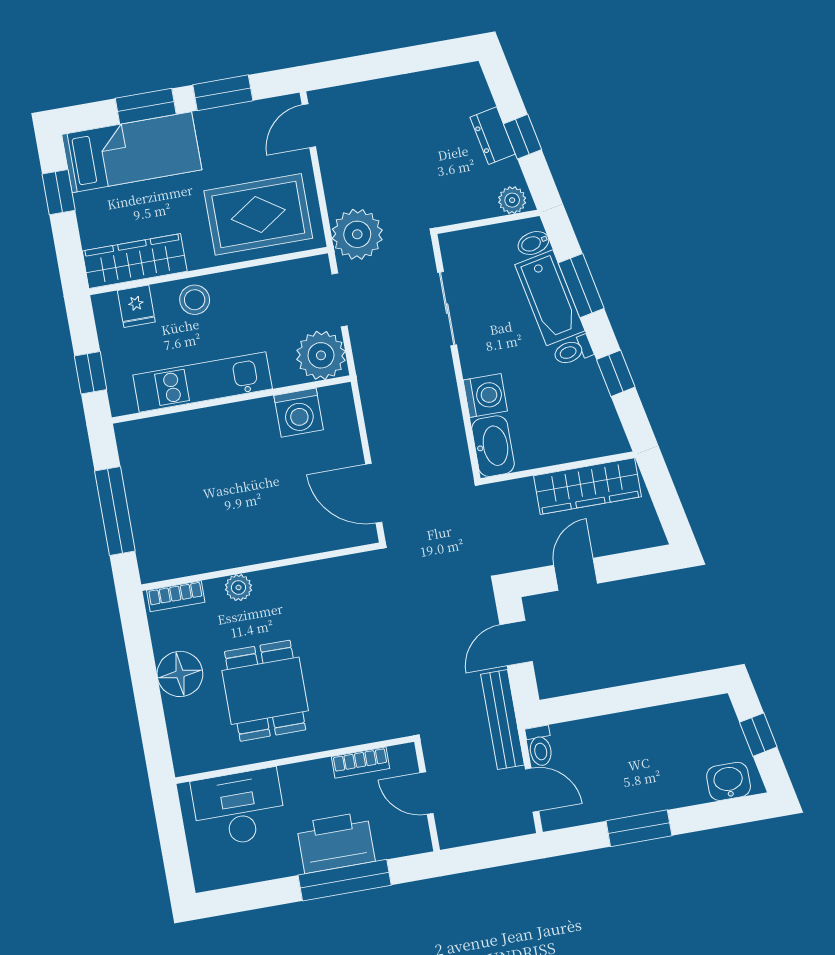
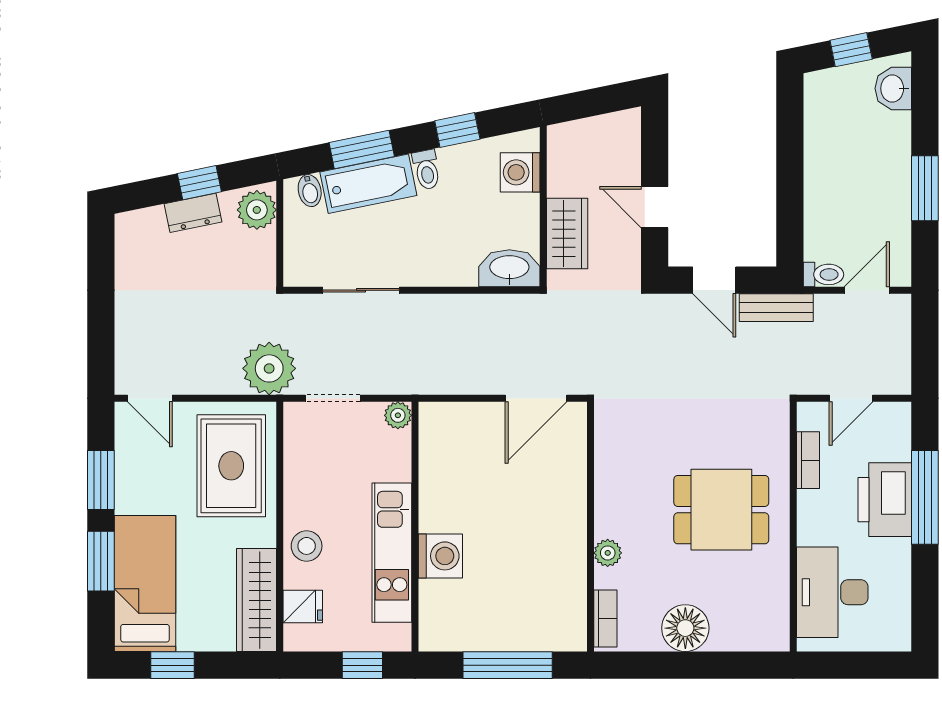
plant: (512, 200) -> (257, 210), width x1.38, depth x1.38
plant: (321, 355) -> (398, 415), width x0.53, depth x0.53
washing machine: (485, 395) -> (520, 172), moved, turned -90
washing machine: (299, 413) -> (440, 556), moved
wardrobe: (587, 486) -> (567, 234), moved, width x0.67
dining table: (265, 691) -> (721, 510), moved
bench: (502, 720) -> (776, 308), width x0.73

